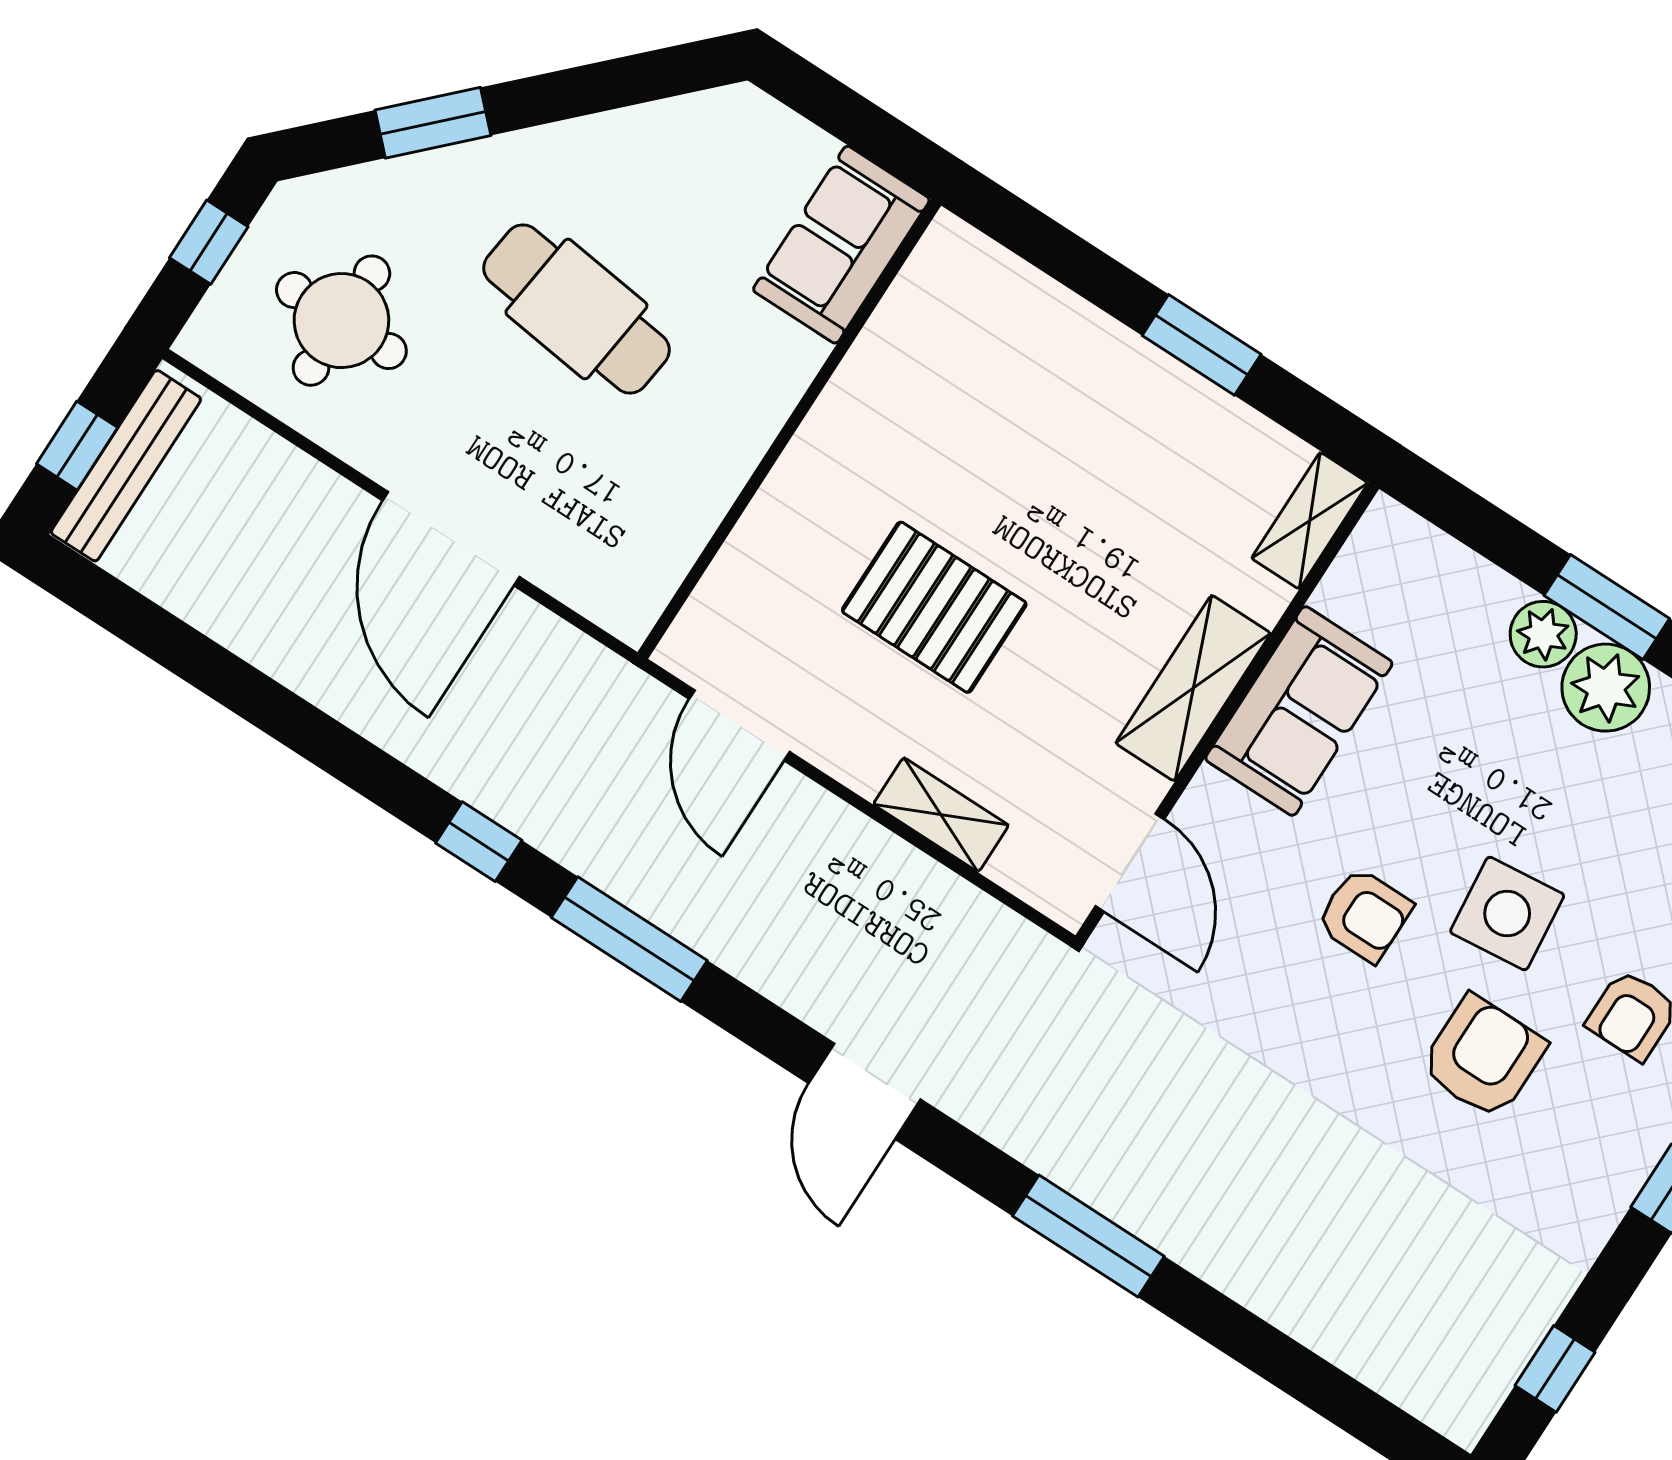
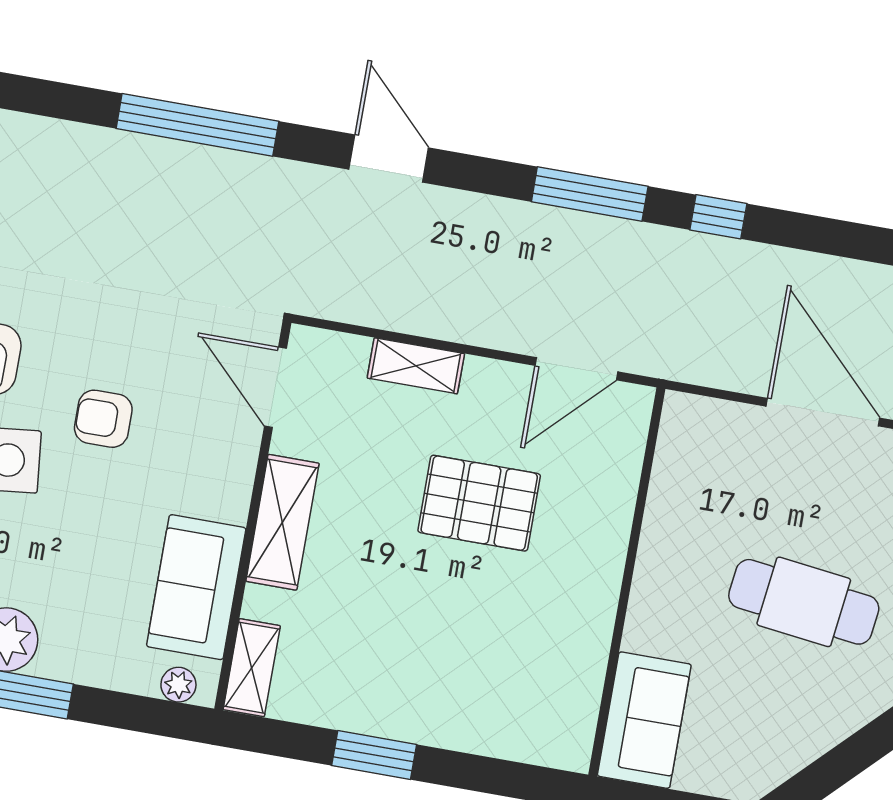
plant: (1543, 634) -> (178, 685), moved, width x0.73, depth x0.73
sofa: (1299, 711) -> (196, 587), moved
door: (739, 725) -> (576, 369), swing flipped
window: (1088, 1236) -> (197, 125), width x1.46

